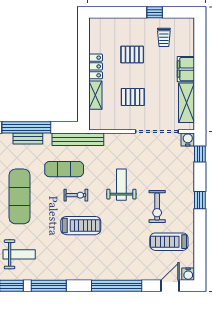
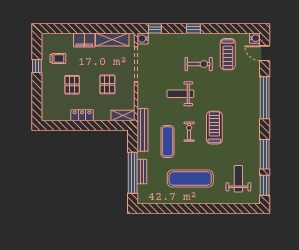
shelving: (95, 95) -> (123, 115), moved

